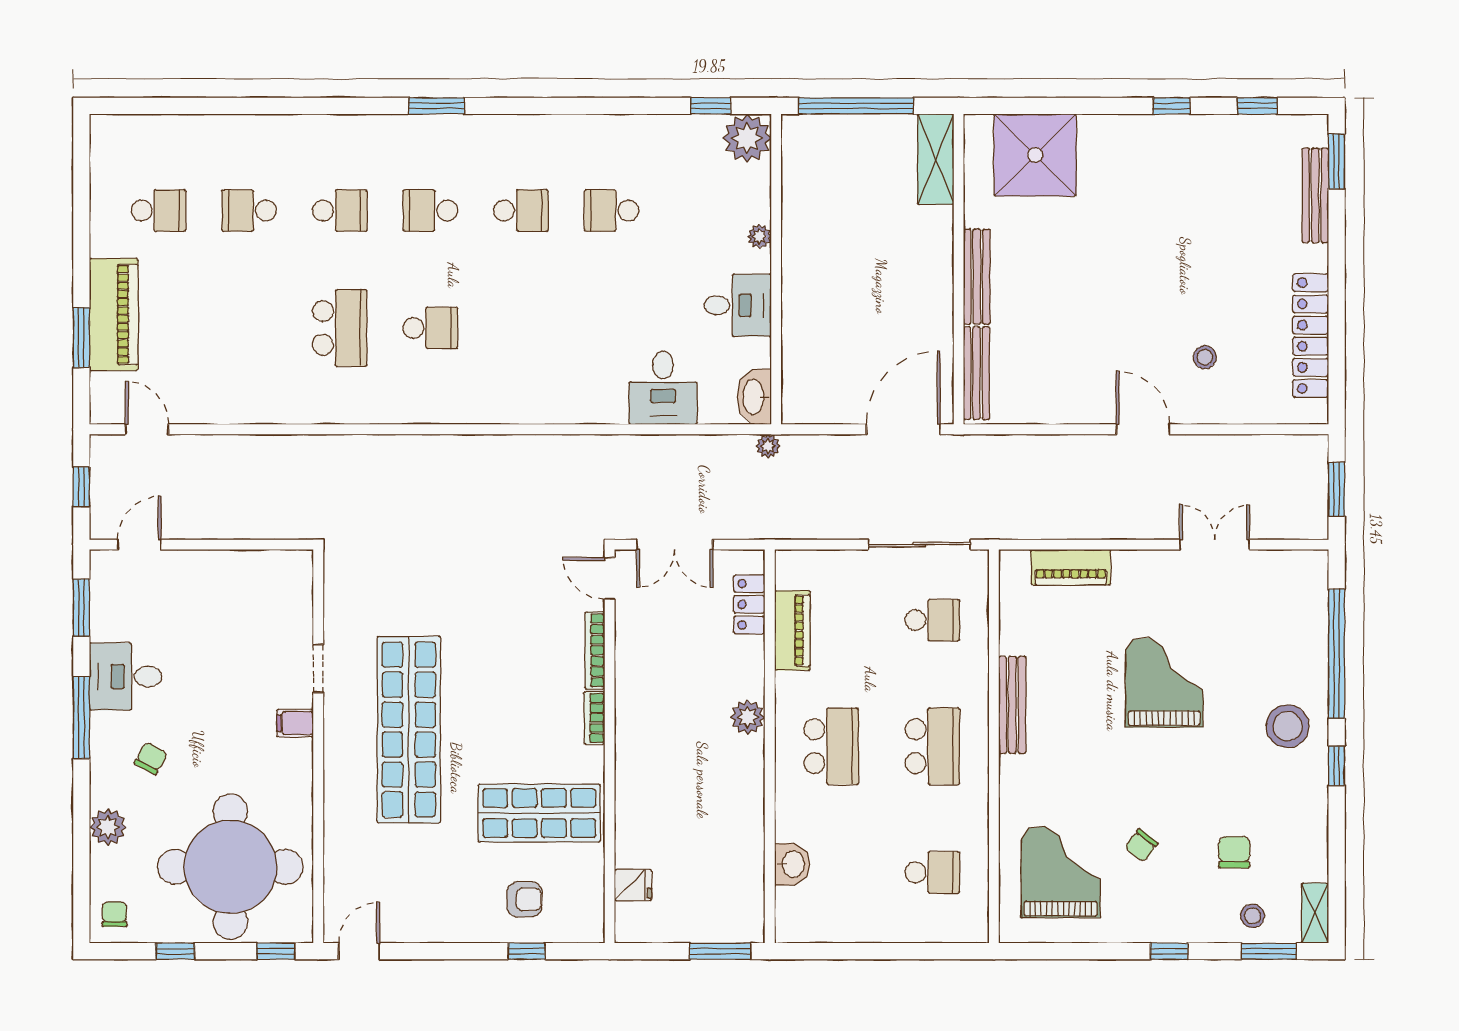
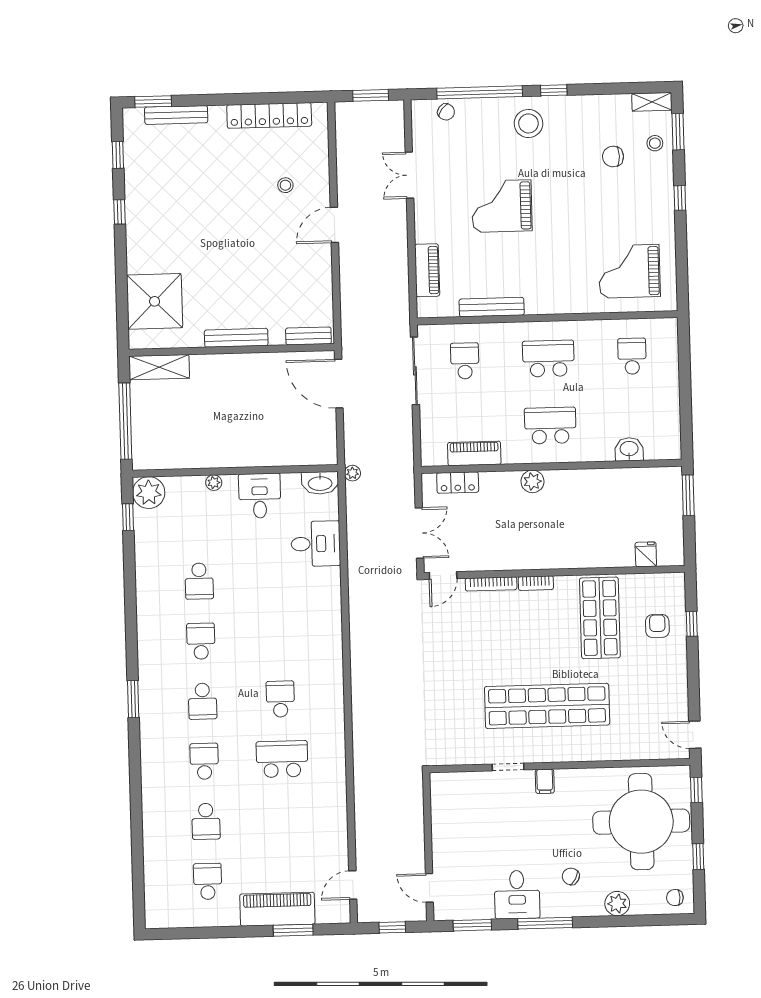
bench: (976, 373) -> (308, 336), width x0.73
bench: (1012, 705) -> (492, 307), moved
chair: (1141, 845) -> (446, 112), moved

